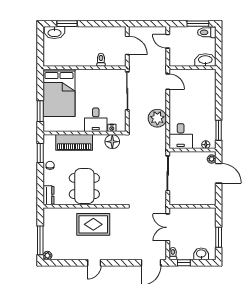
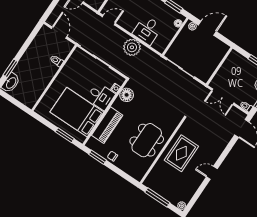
door: (127, 45) -> (59, 33), hinge flipped
bed: (59, 93) -> (77, 112), moved, turned 180
desk: (181, 136) -> (147, 30), moved, turned 90
dining table: (84, 186) -> (147, 140), turned 90
dresser: (48, 195) -> (135, 173), removed
window: (40, 240) -> (157, 197), moved
door: (94, 263) -> (212, 173), swing flipped

